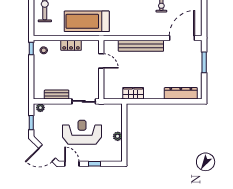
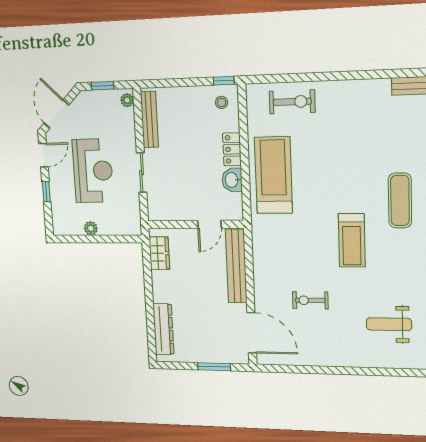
washbasin: (89, 46) -> (232, 180), added
door: (101, 61) -> (209, 224), moved
wall: (101, 70) -> (195, 224), moved
bench: (57, 95) -> (149, 120), width x1.36

